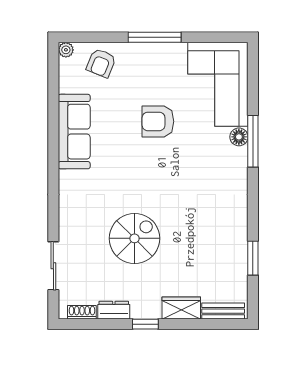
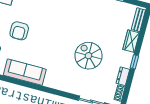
armchair: (158, 121) -> (19, 31), moved

